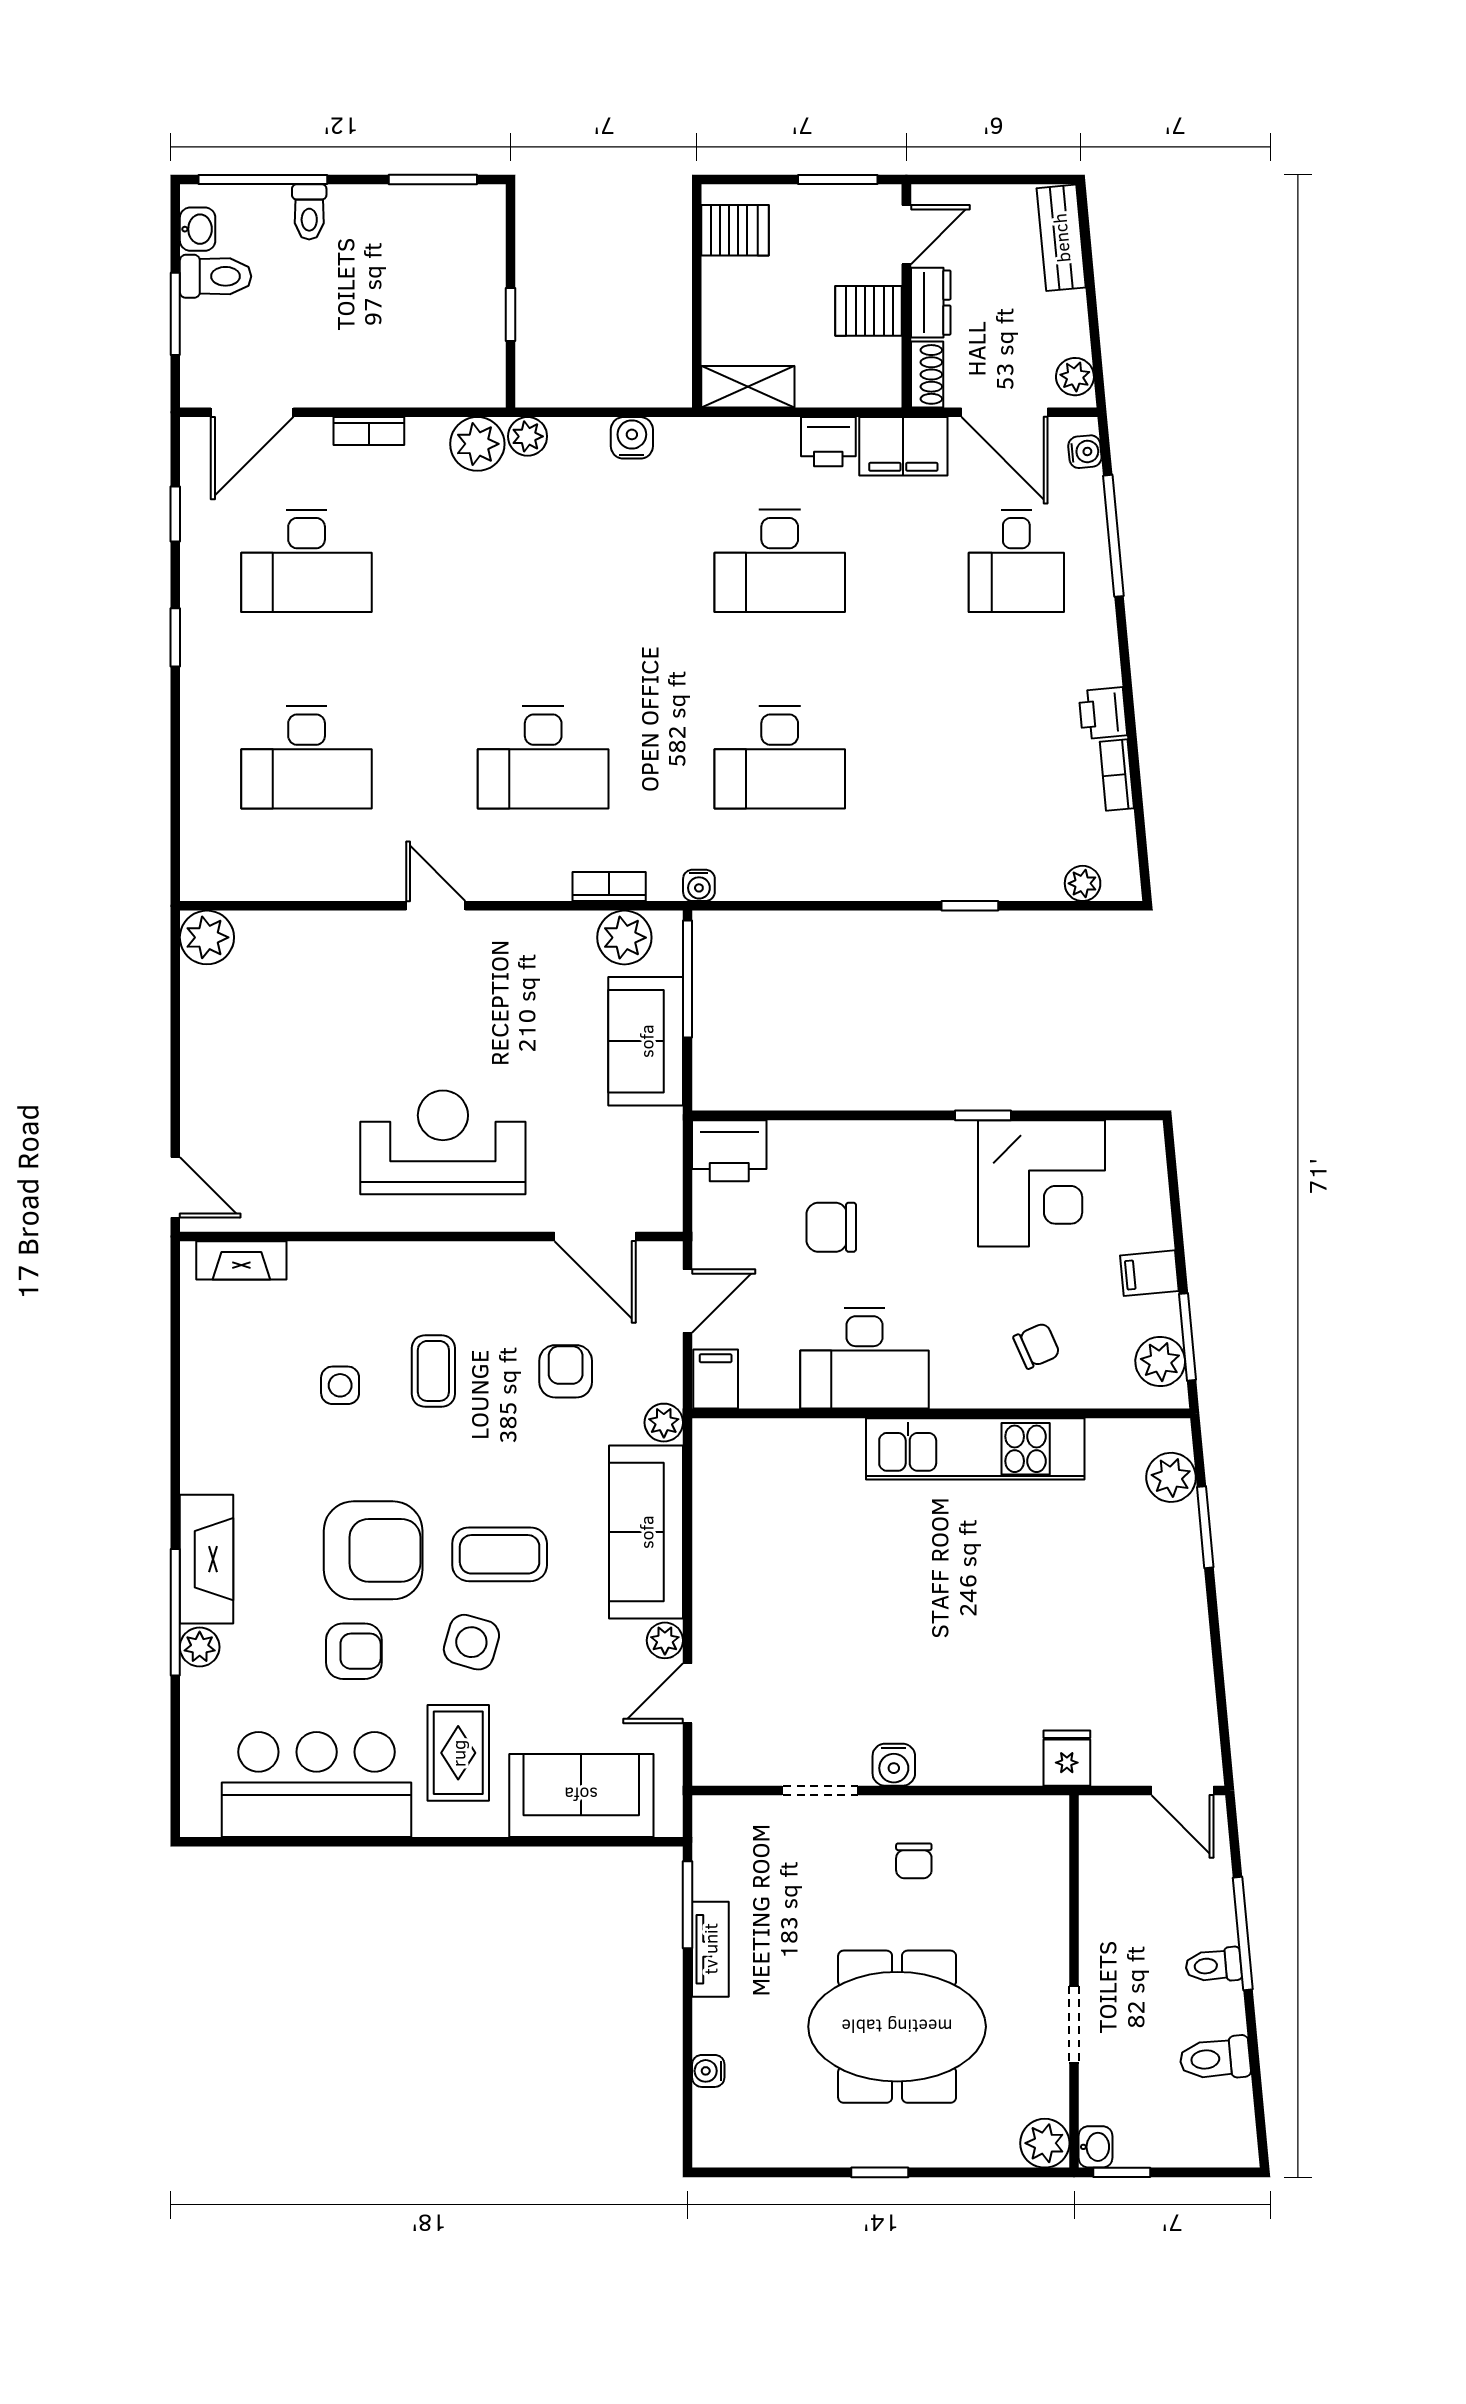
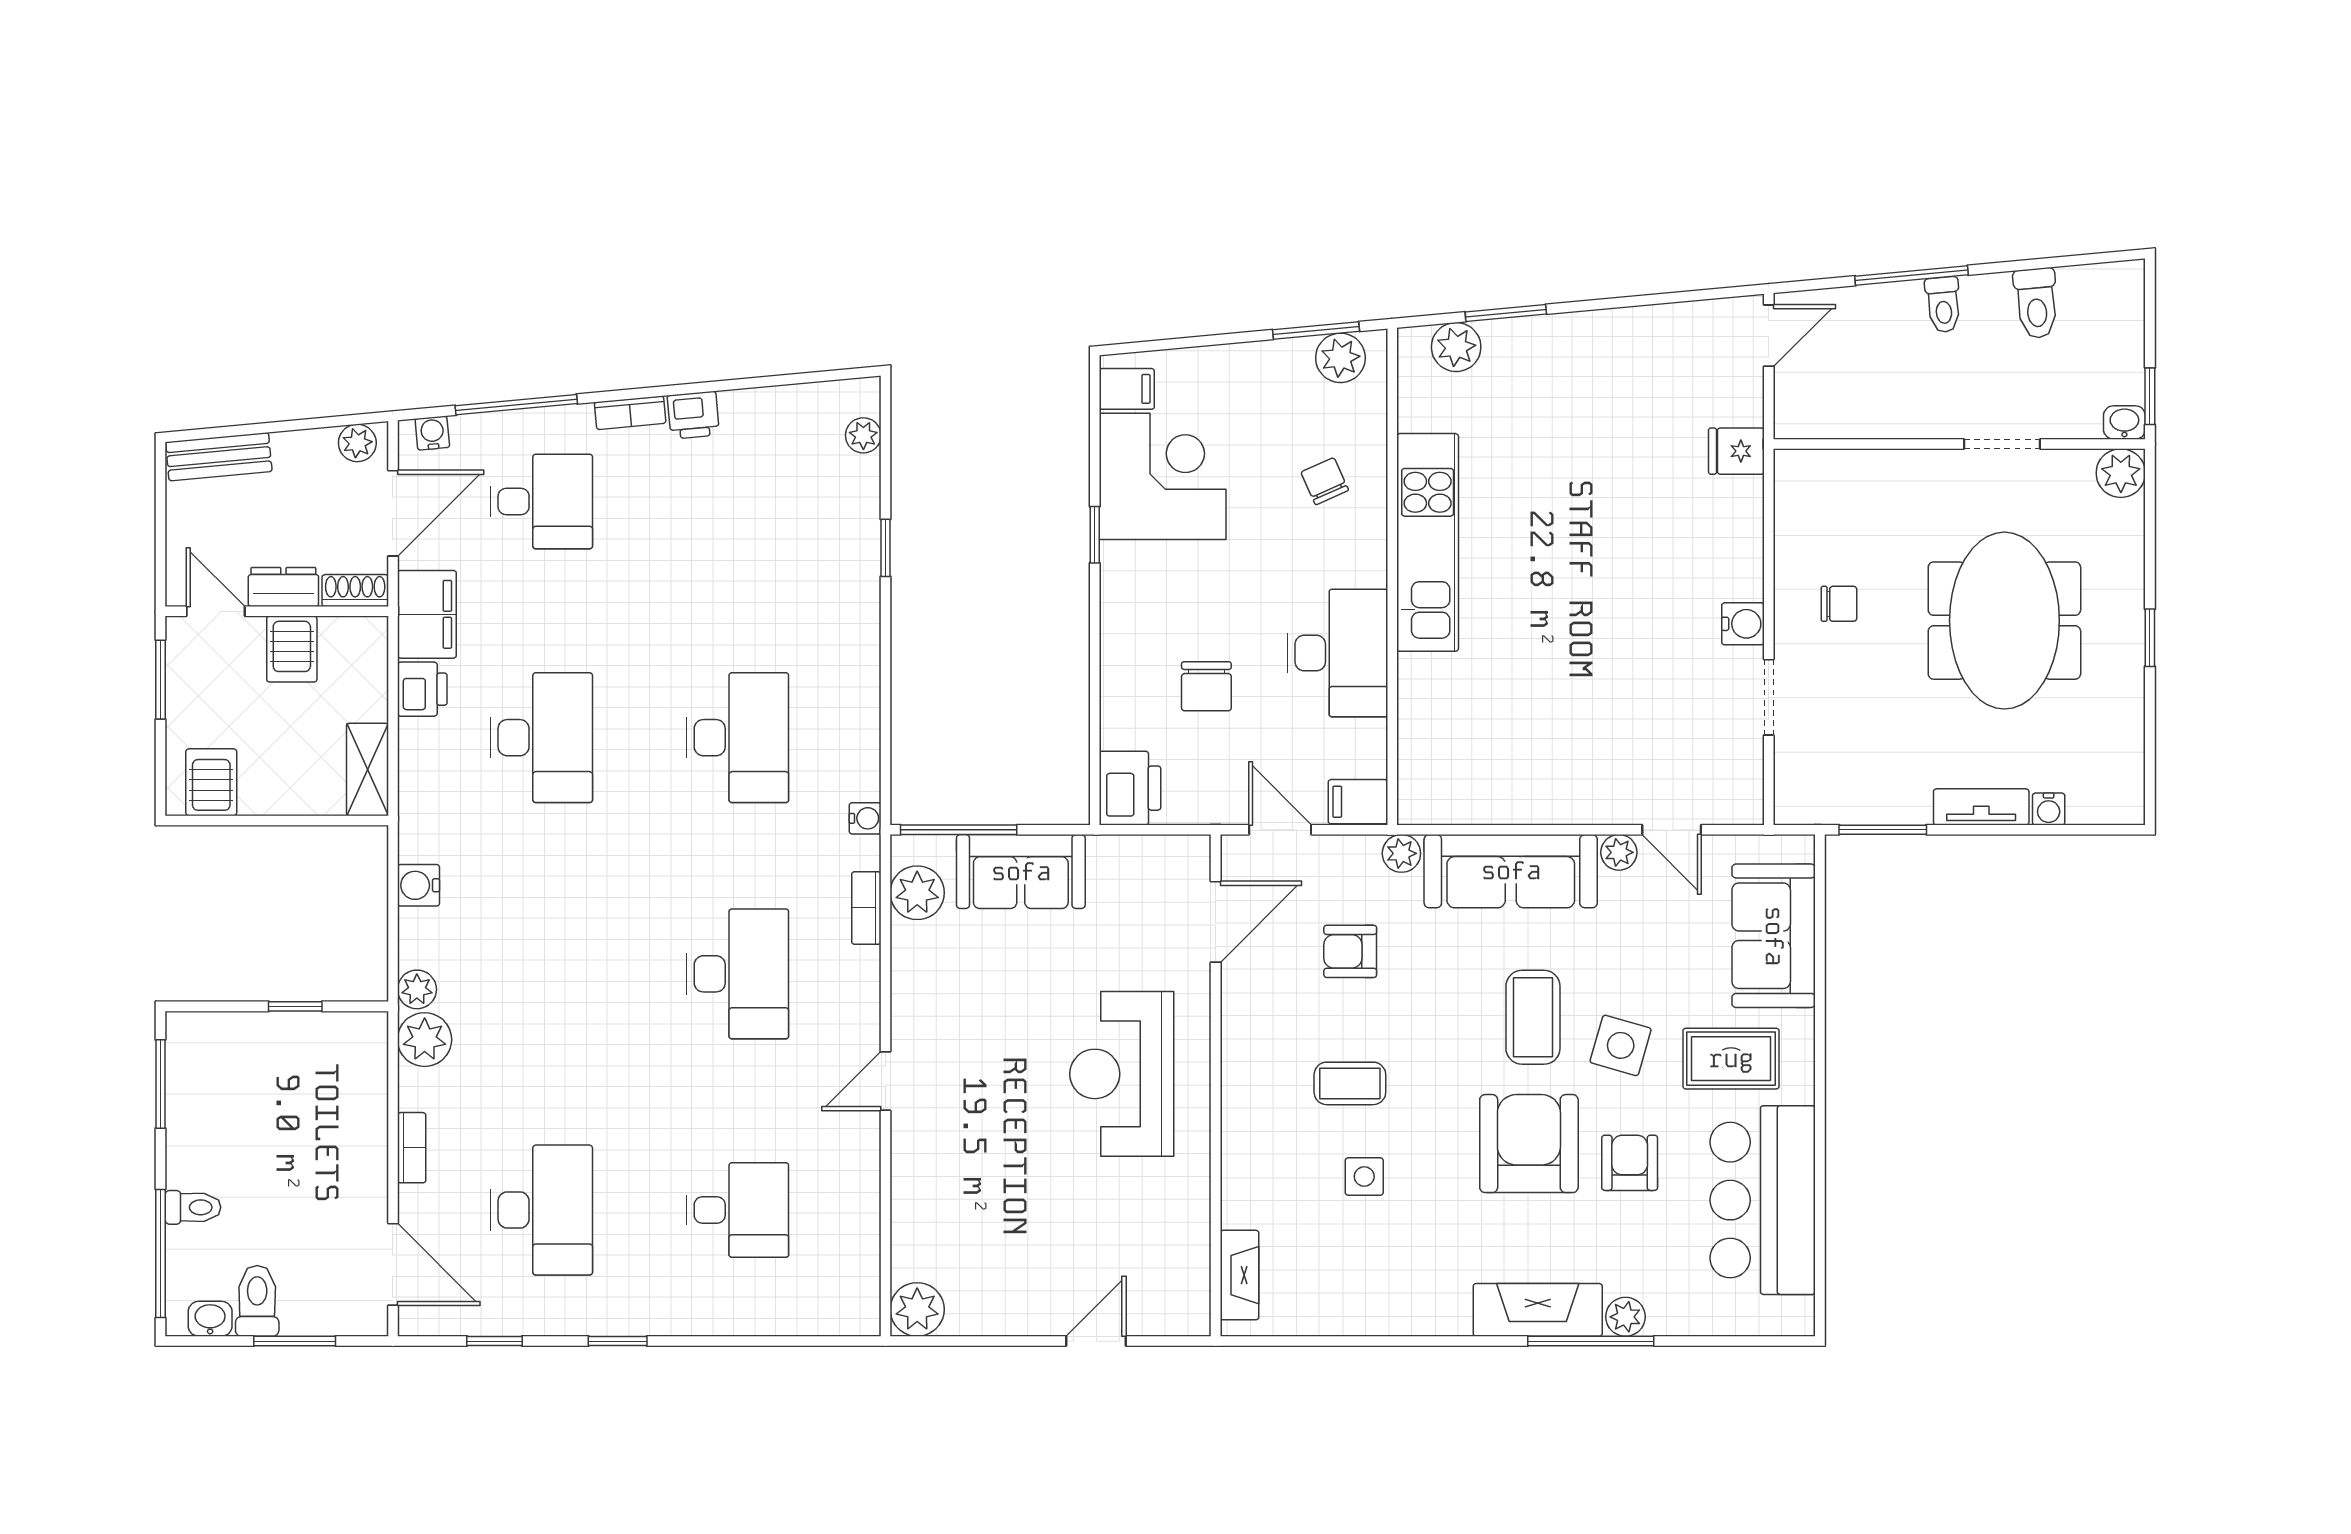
desk: (307, 757) -> (737, 1210), width x0.73
bookcase: (1117, 775) -> (630, 413), moved
door: (175, 1187) -> (1096, 1341), moved
filing cabinet: (1149, 1273) -> (1127, 389), moved, turned -85
tv unit: (710, 1949) -> (1981, 807), moved

